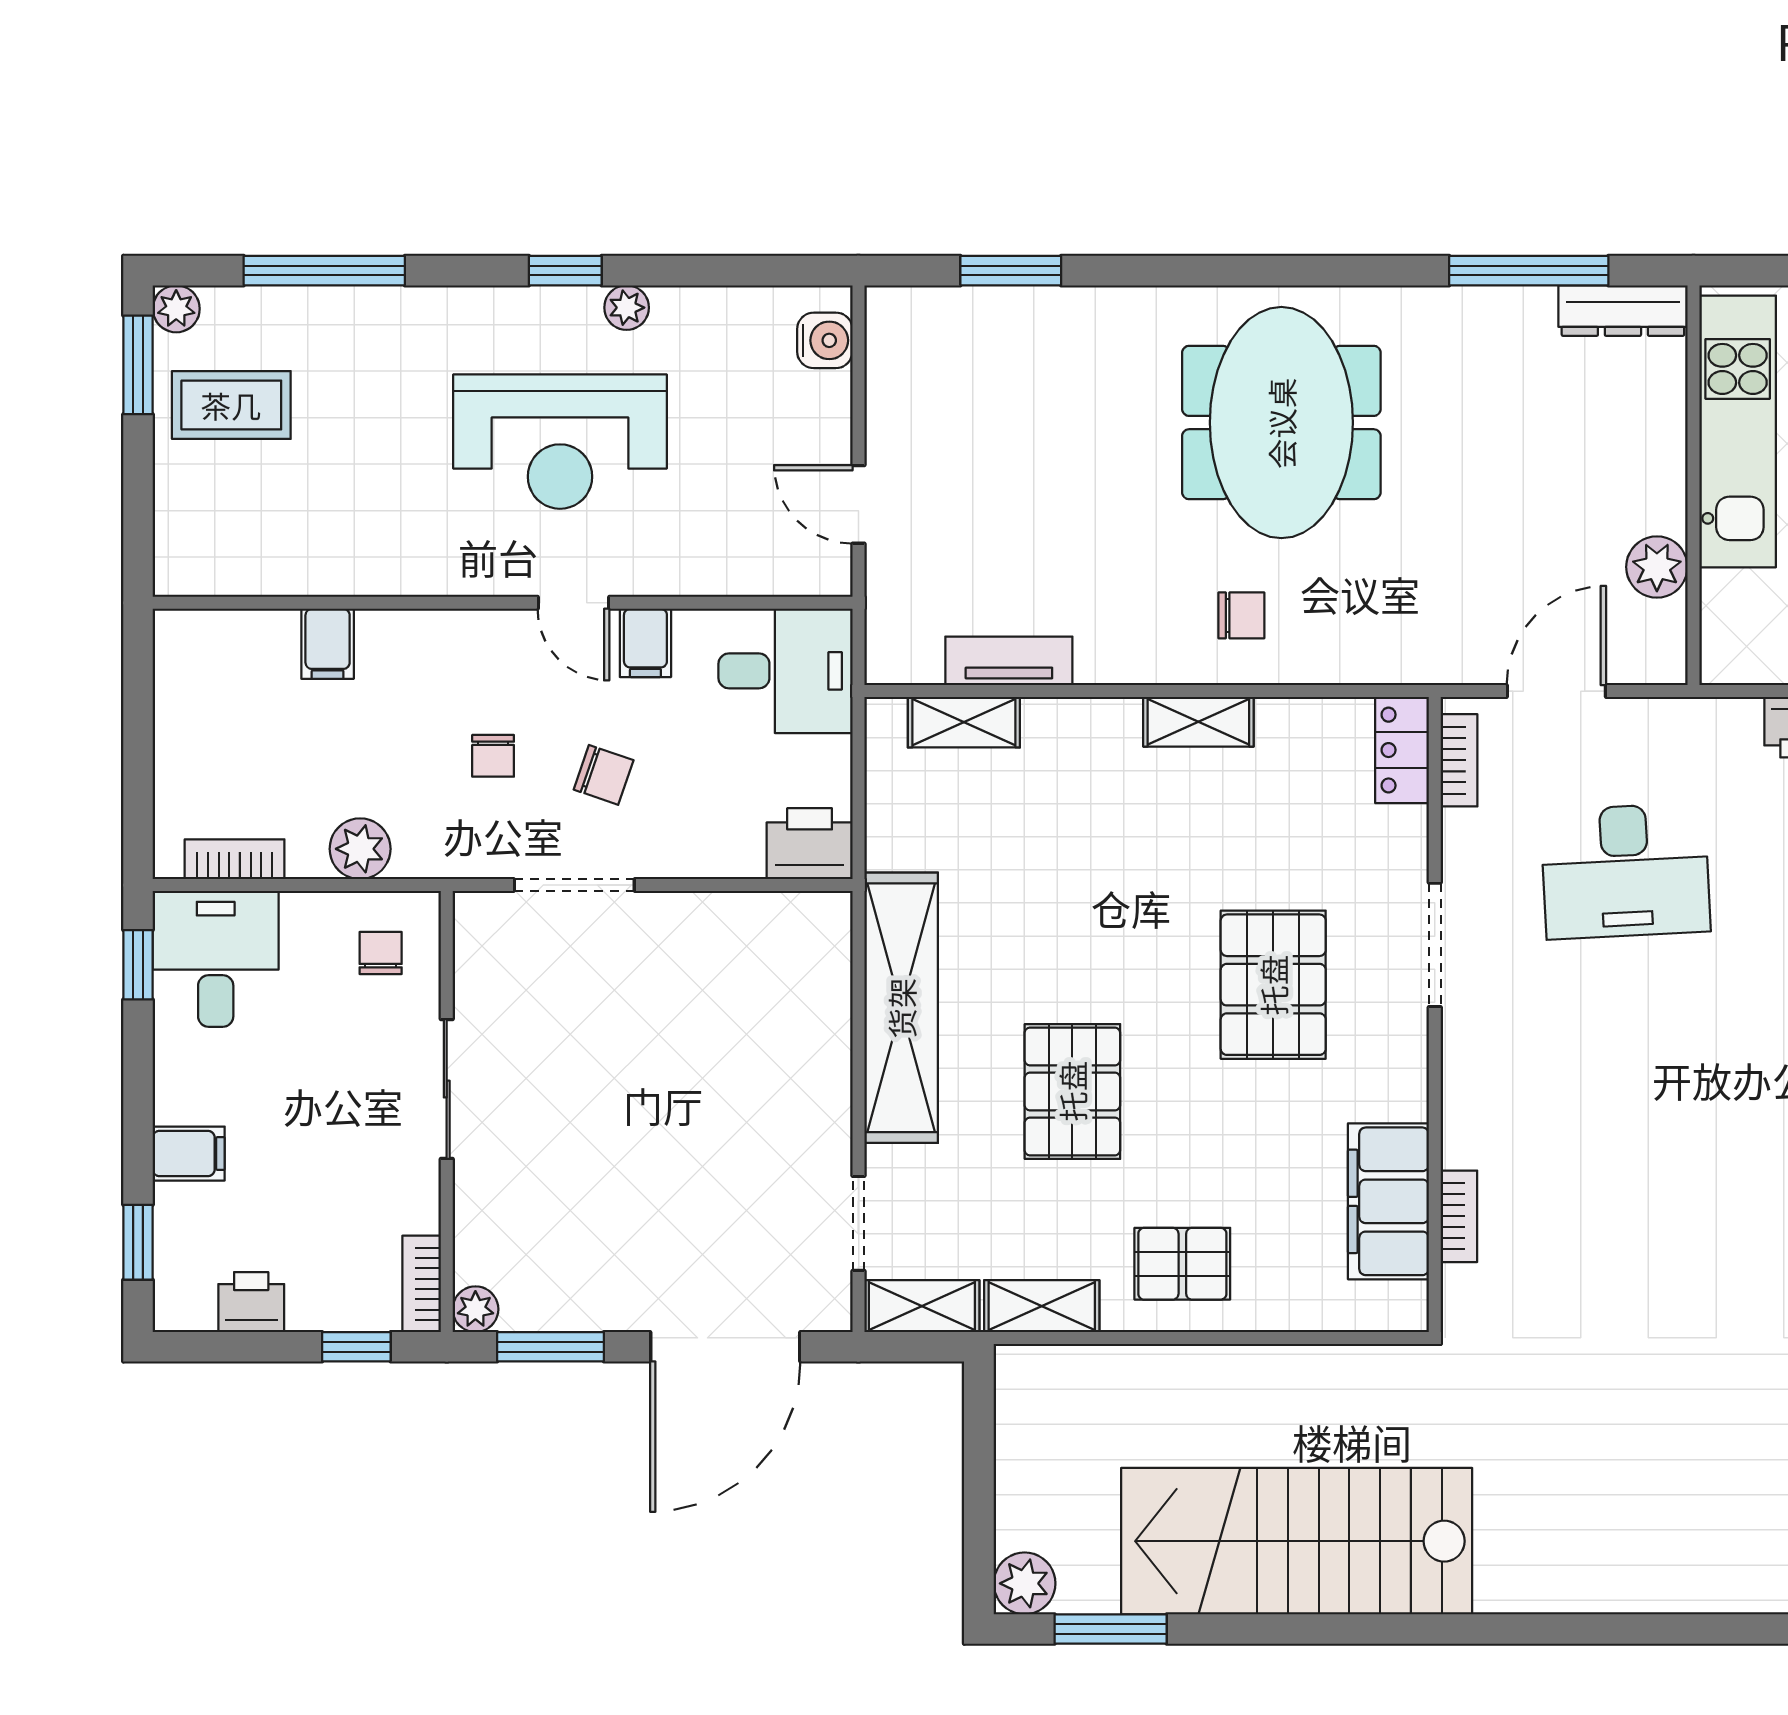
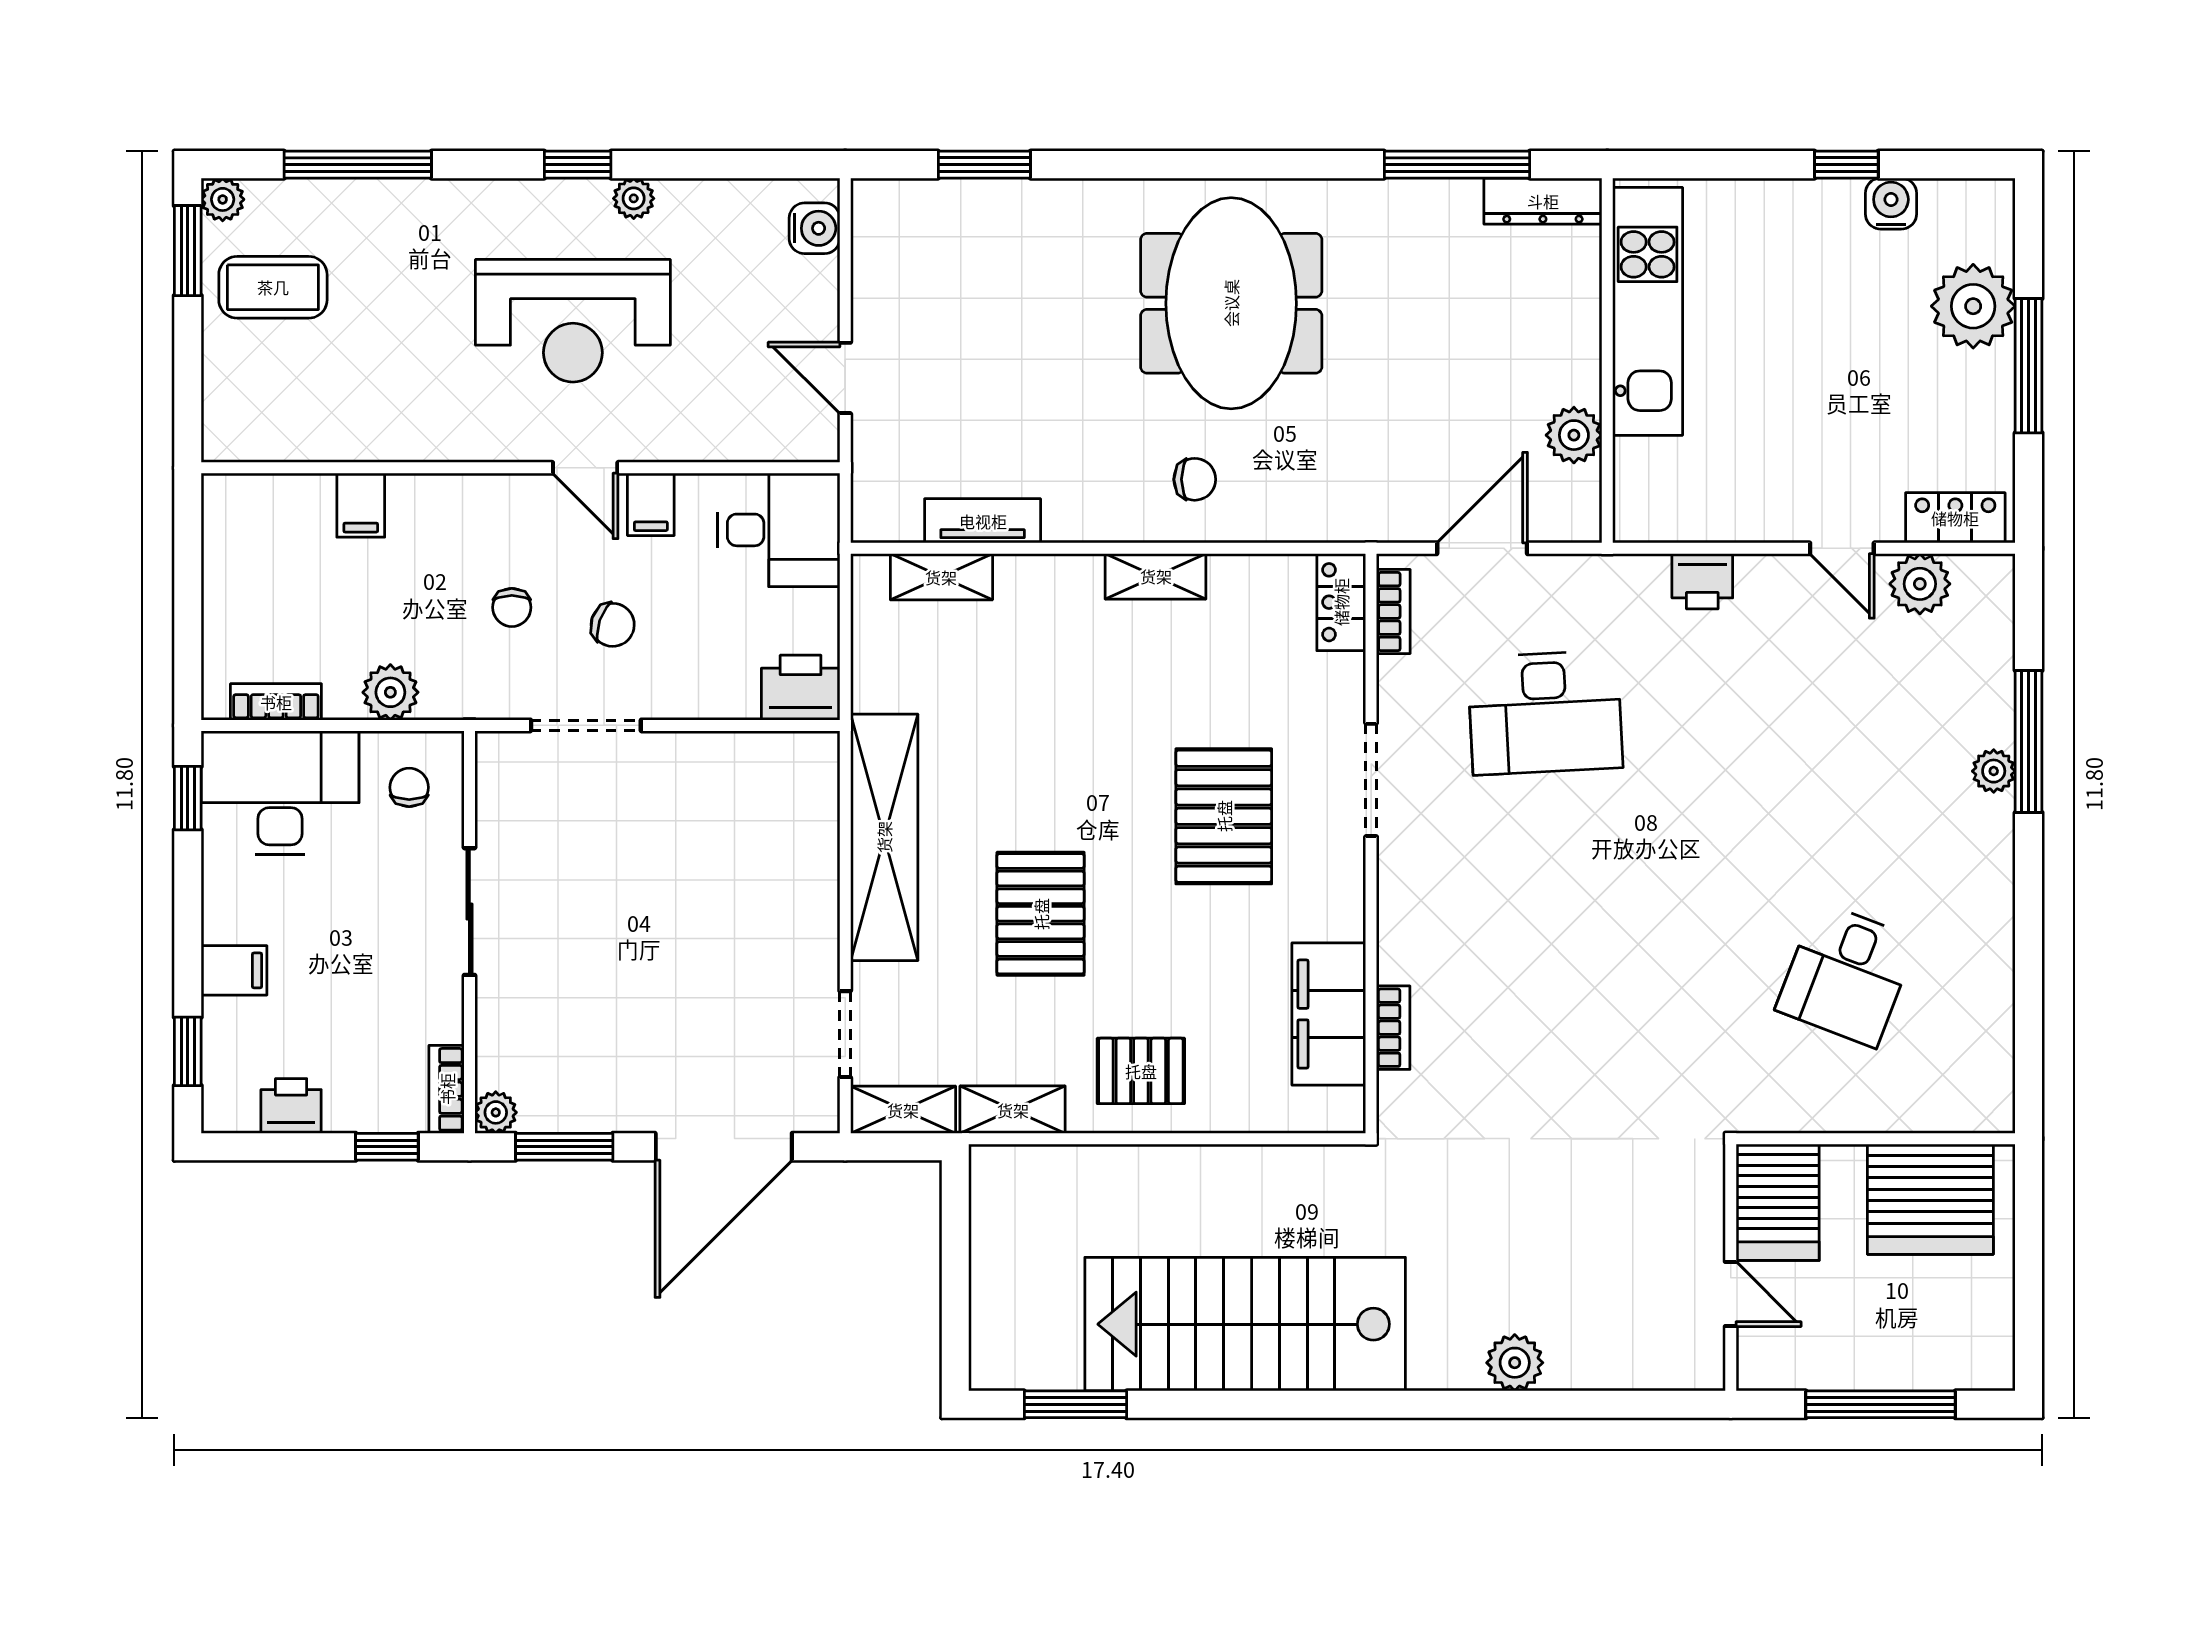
desk: (216, 959) -> (280, 793), width x1.37
plant: (1025, 1583) -> (1515, 1363), moved

